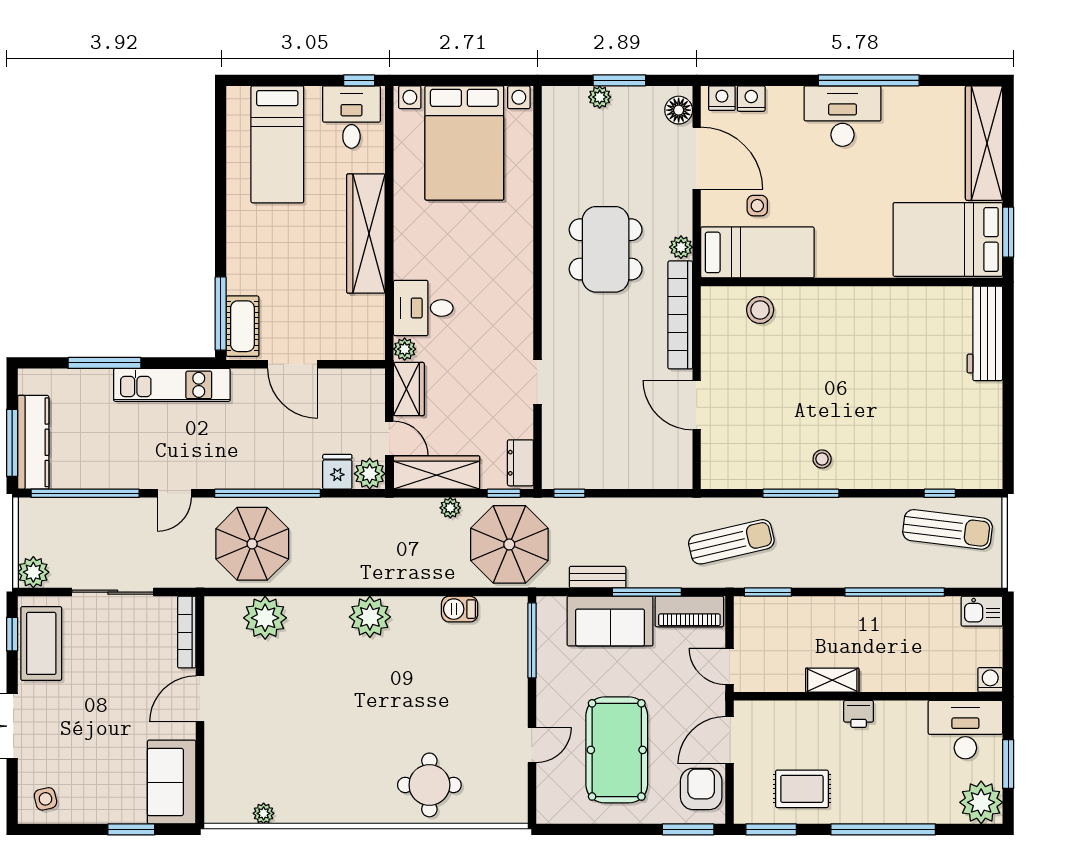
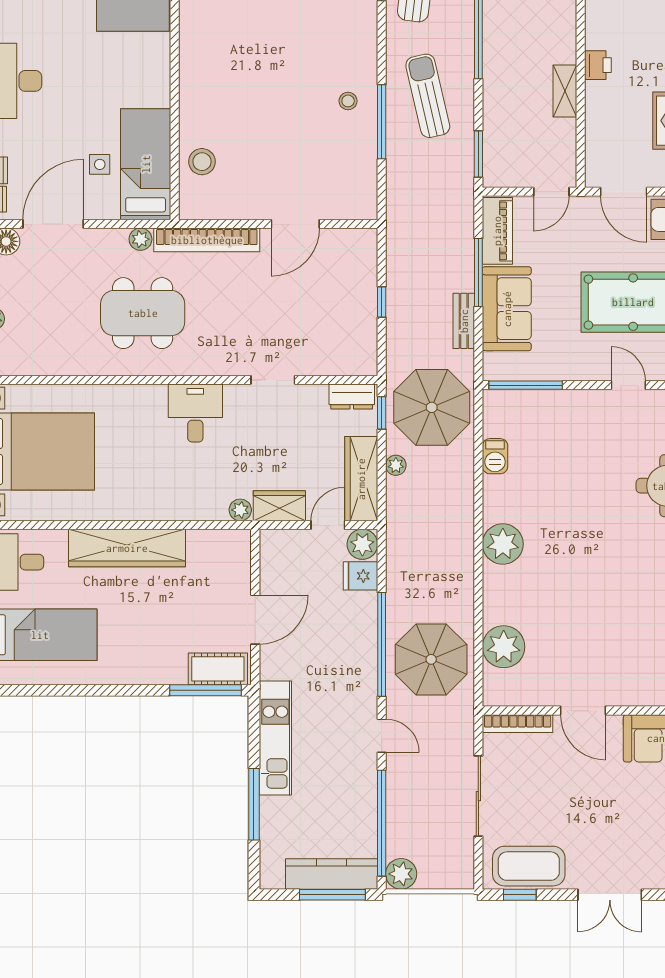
desk: (423, 308) -> (195, 413), moved, turned 180
window: (569, 493) -> (382, 302), moved
sun lounger: (731, 542) -> (428, 96), moved
plant: (33, 572) -> (401, 874), moved

